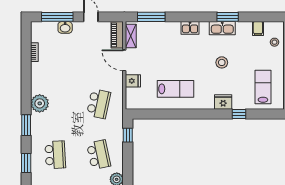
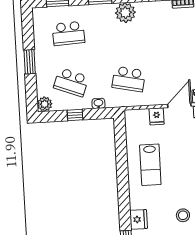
washbasin: (119, 132) -> (98, 103), added
window: (128, 135) -> (75, 115), moved
school desk: (99, 155) -> (71, 82), turned 33

